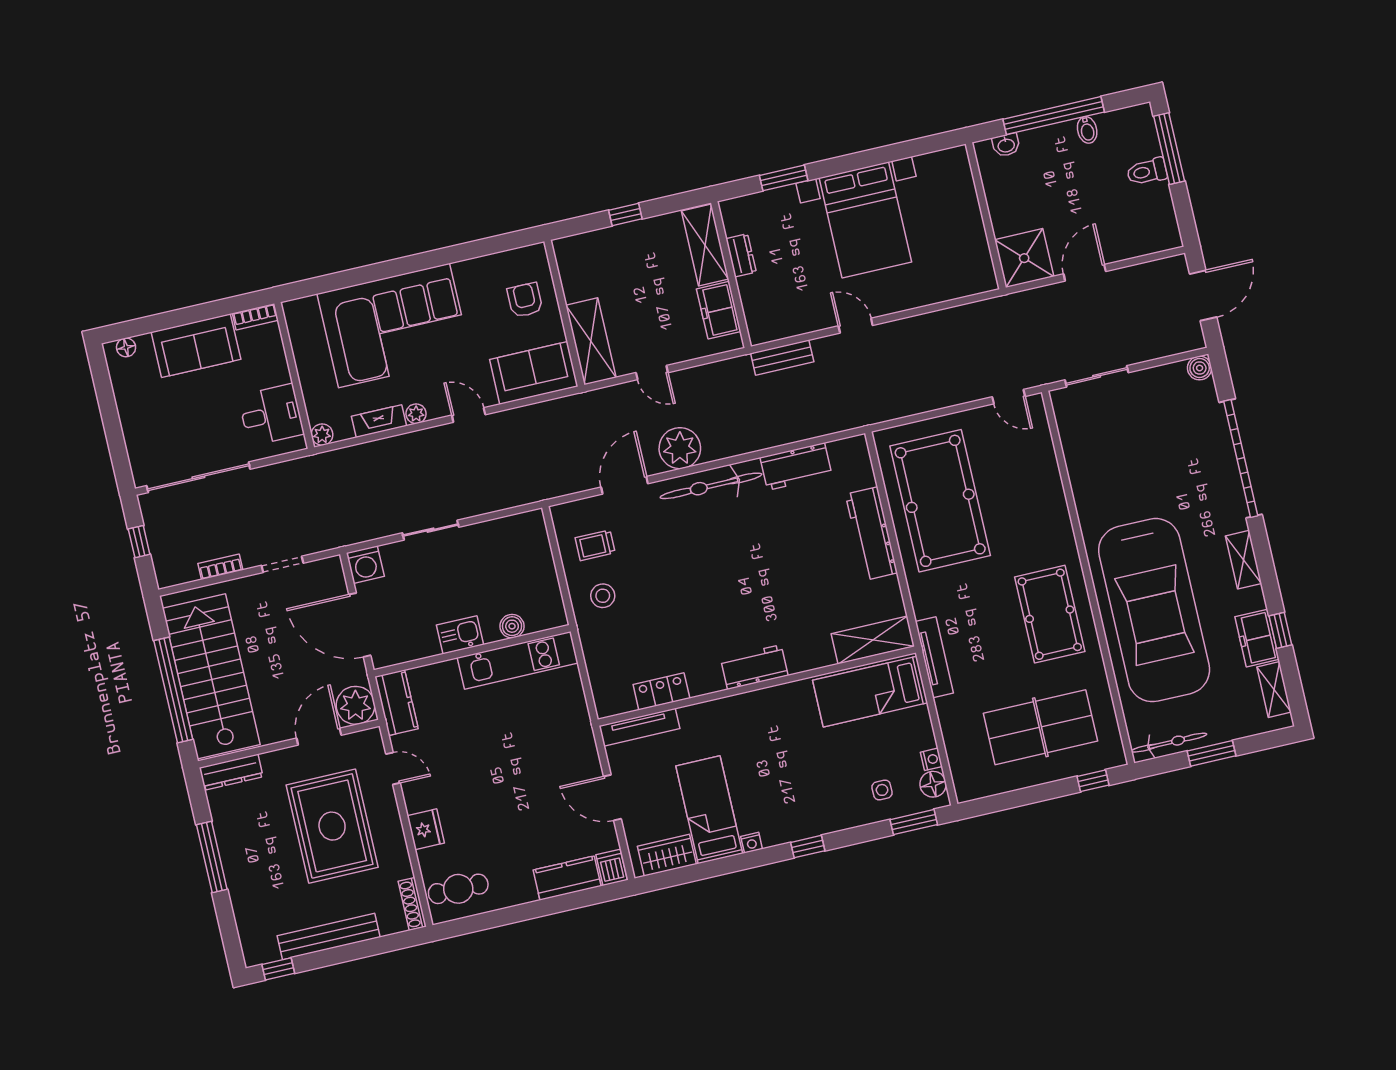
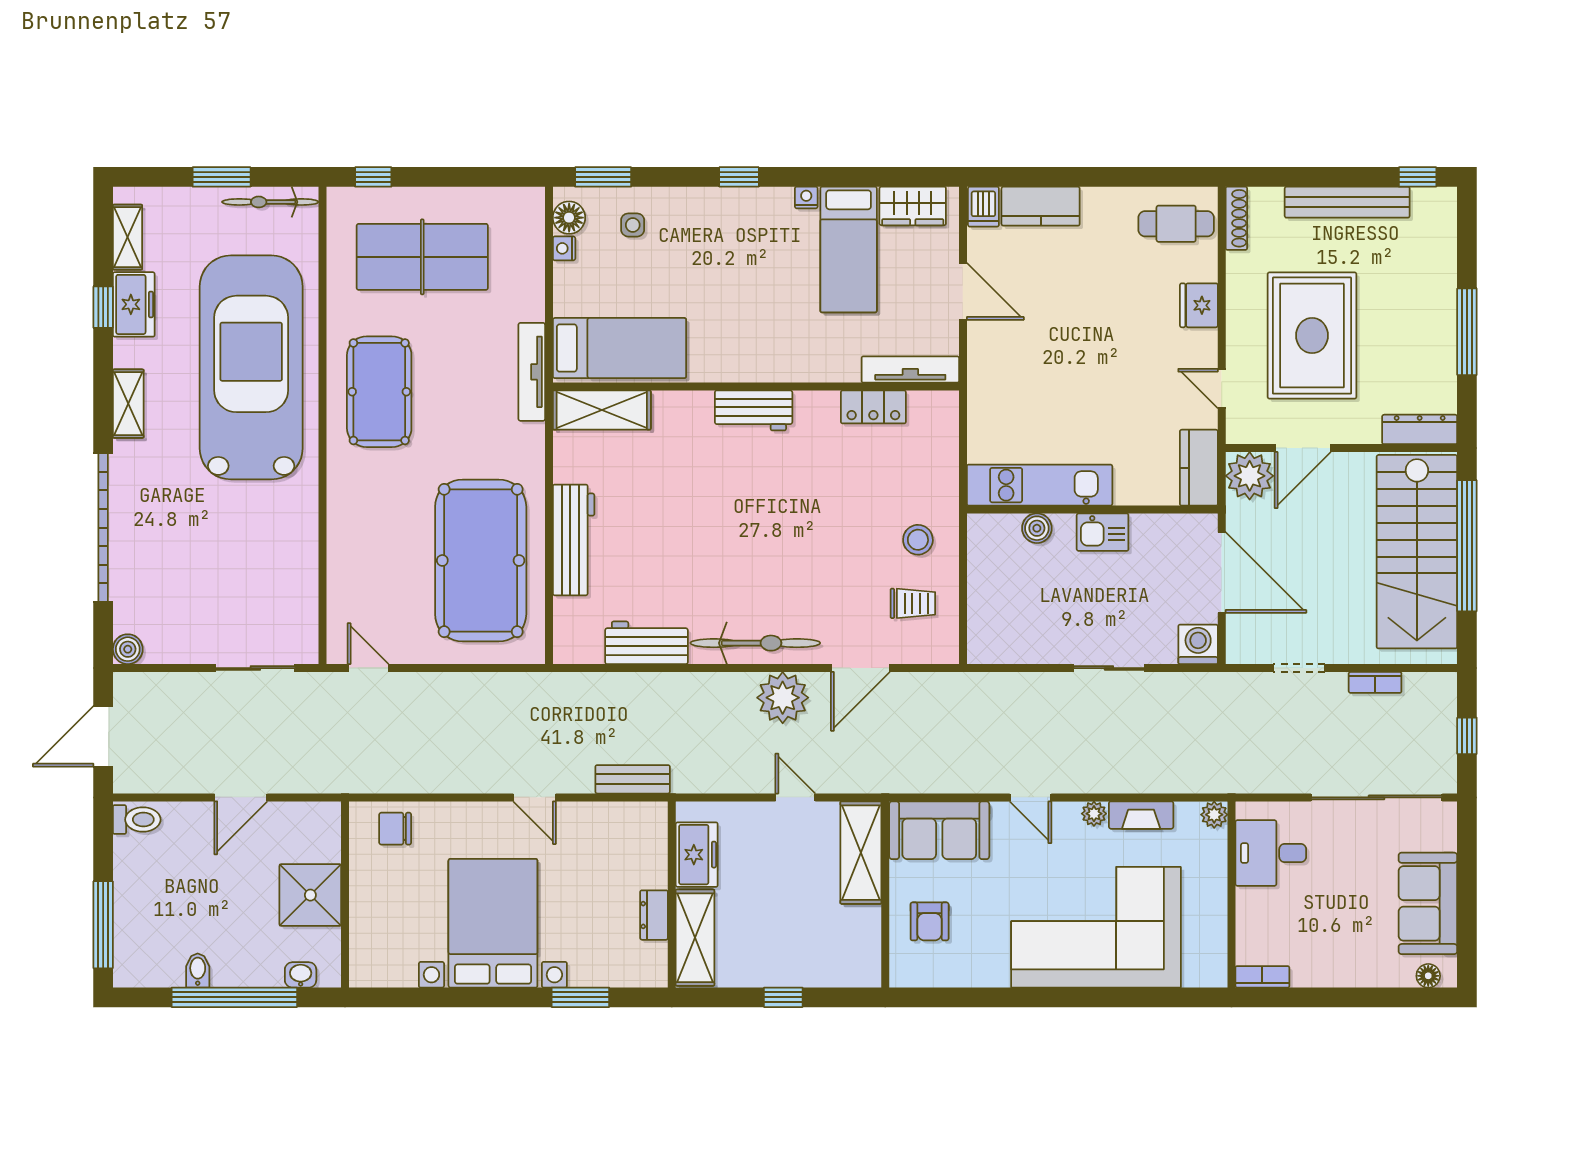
toilet: (1147, 172) -> (137, 820), moved
shower: (1024, 258) -> (310, 895), moved
chair: (959, 276) -> (395, 829), added
sofa: (196, 346) -> (1428, 903), moved, turned -90

